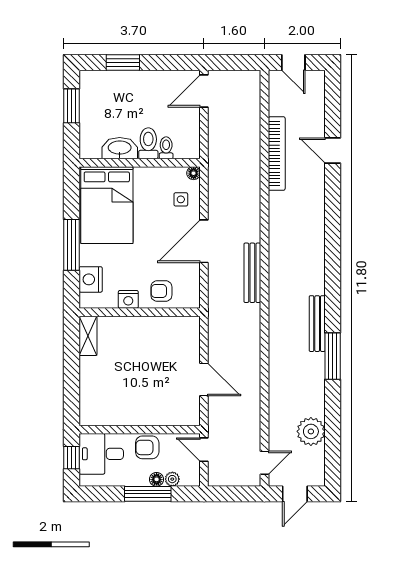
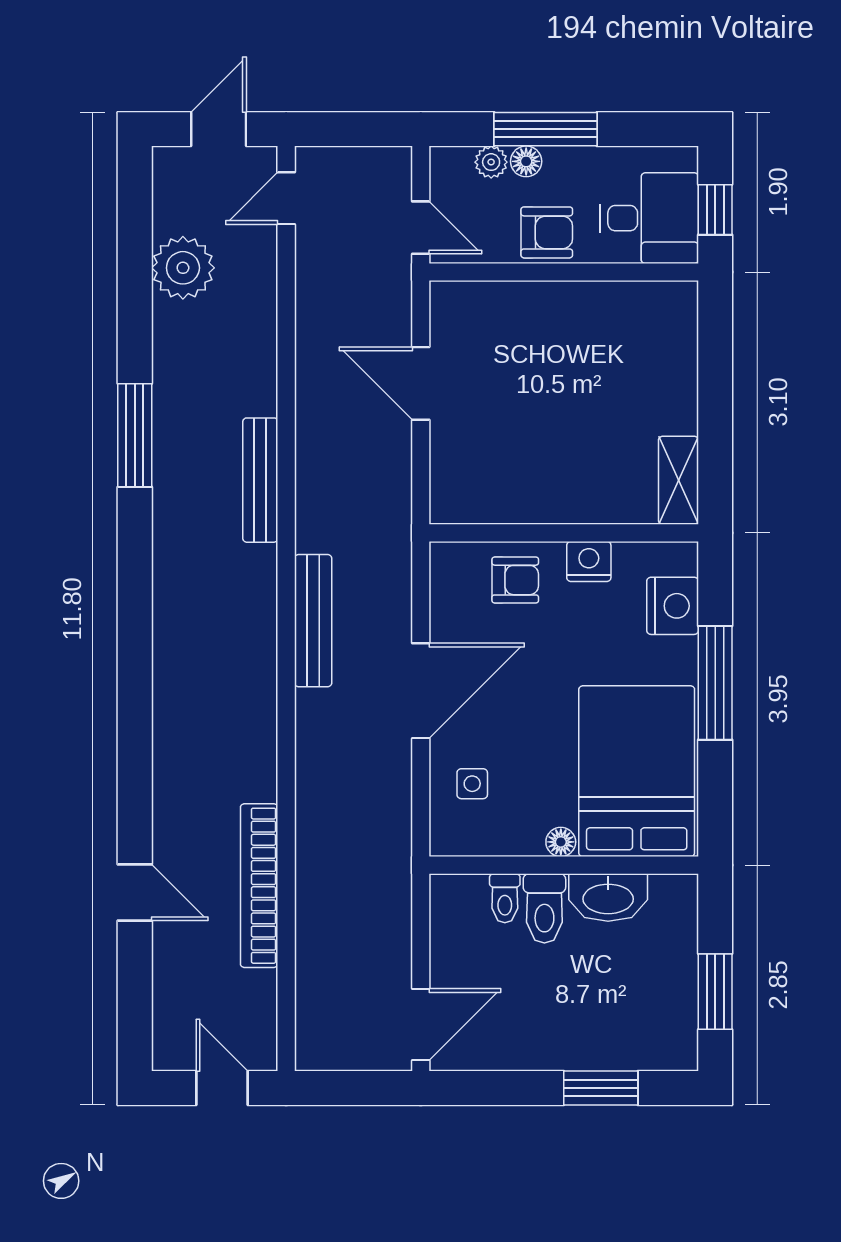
floor lamp: (194, 173) -> (561, 842), moved
bench: (317, 324) -> (260, 480), moved

